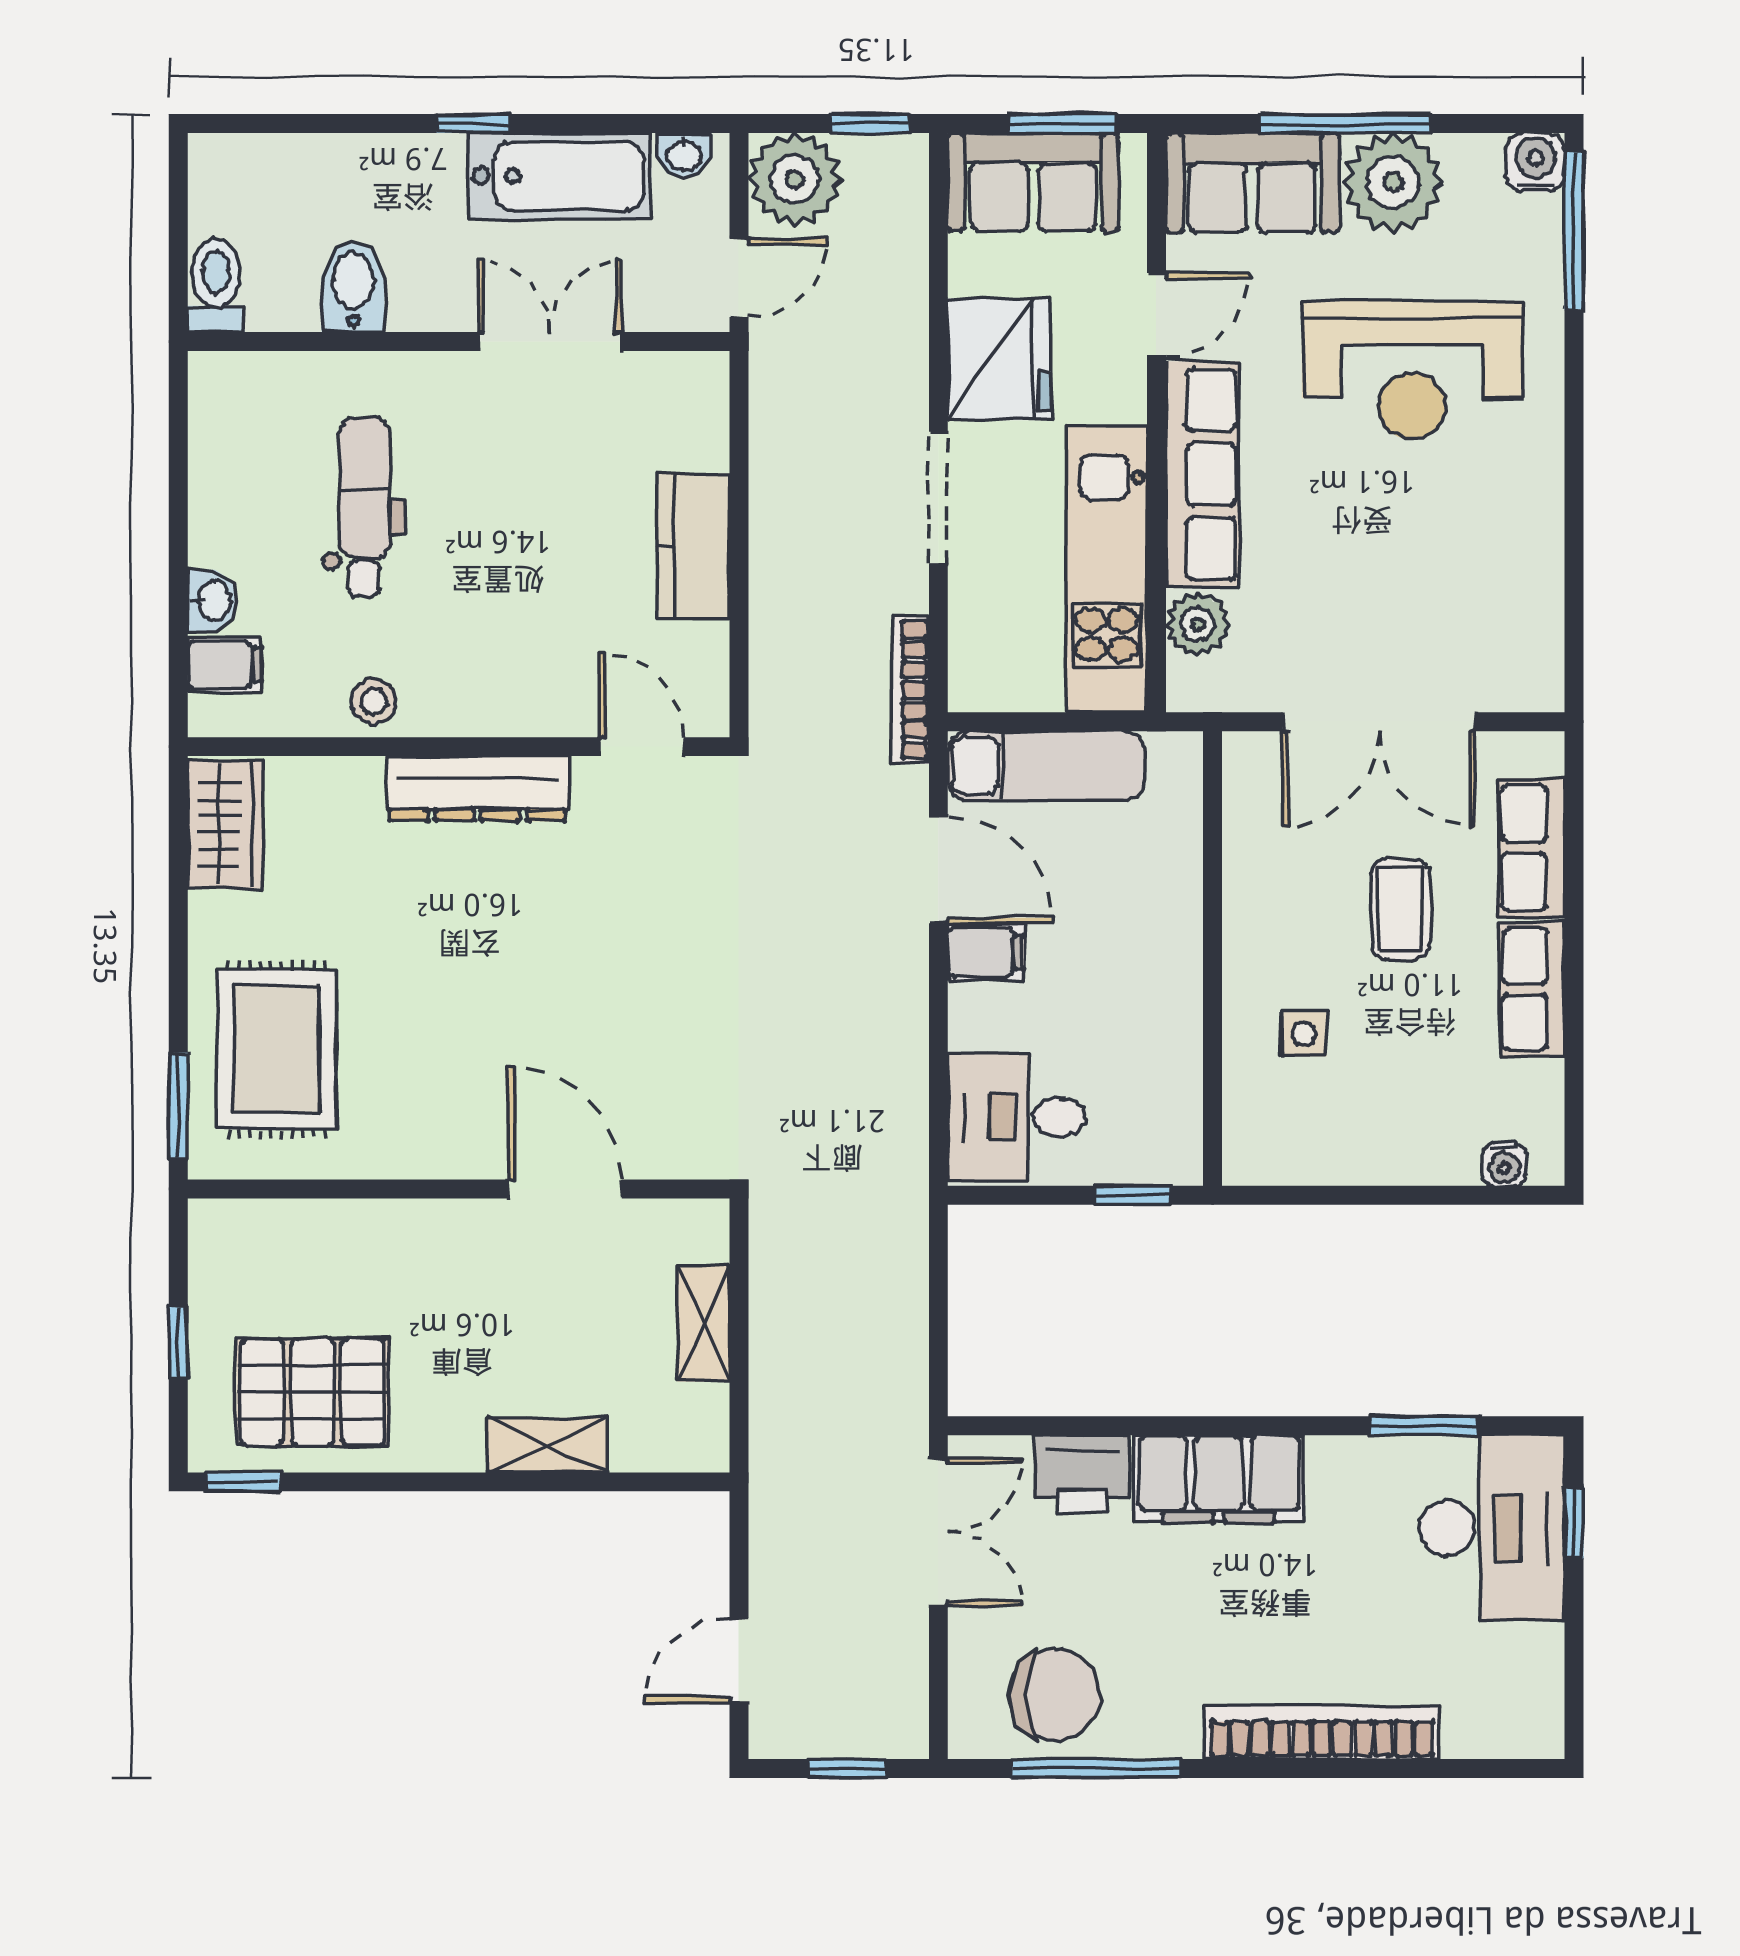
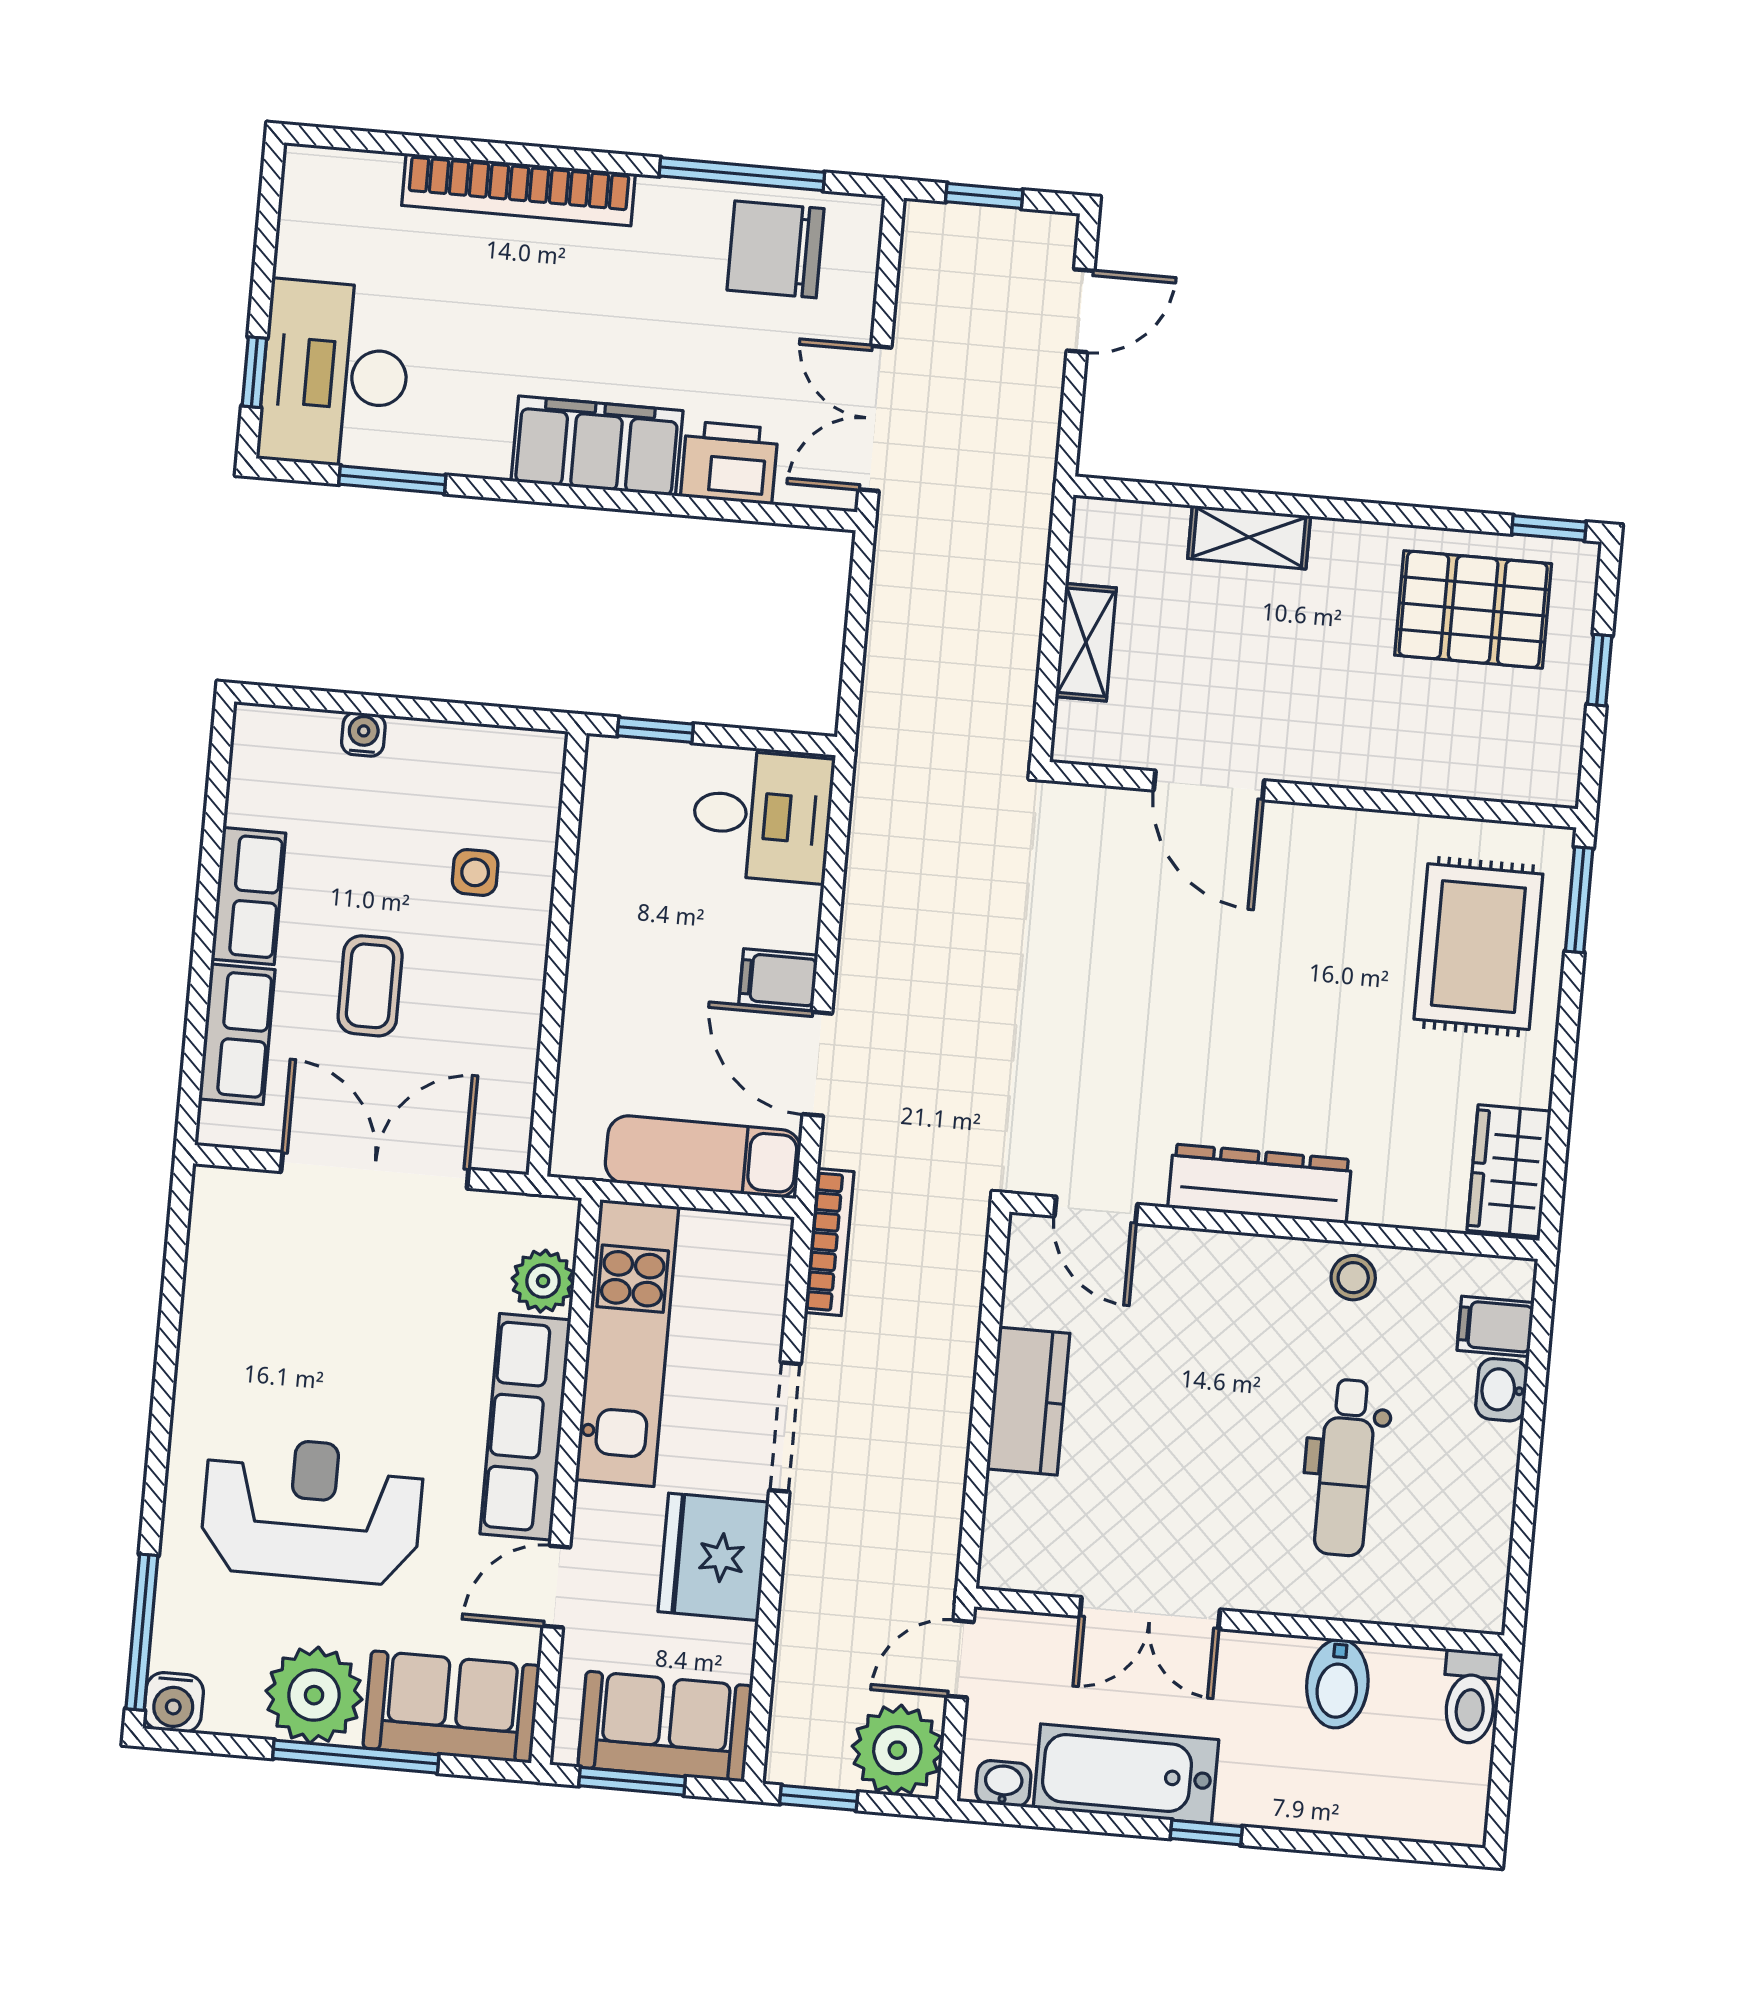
water cooler: (1504, 1164) -> (363, 734), moved

